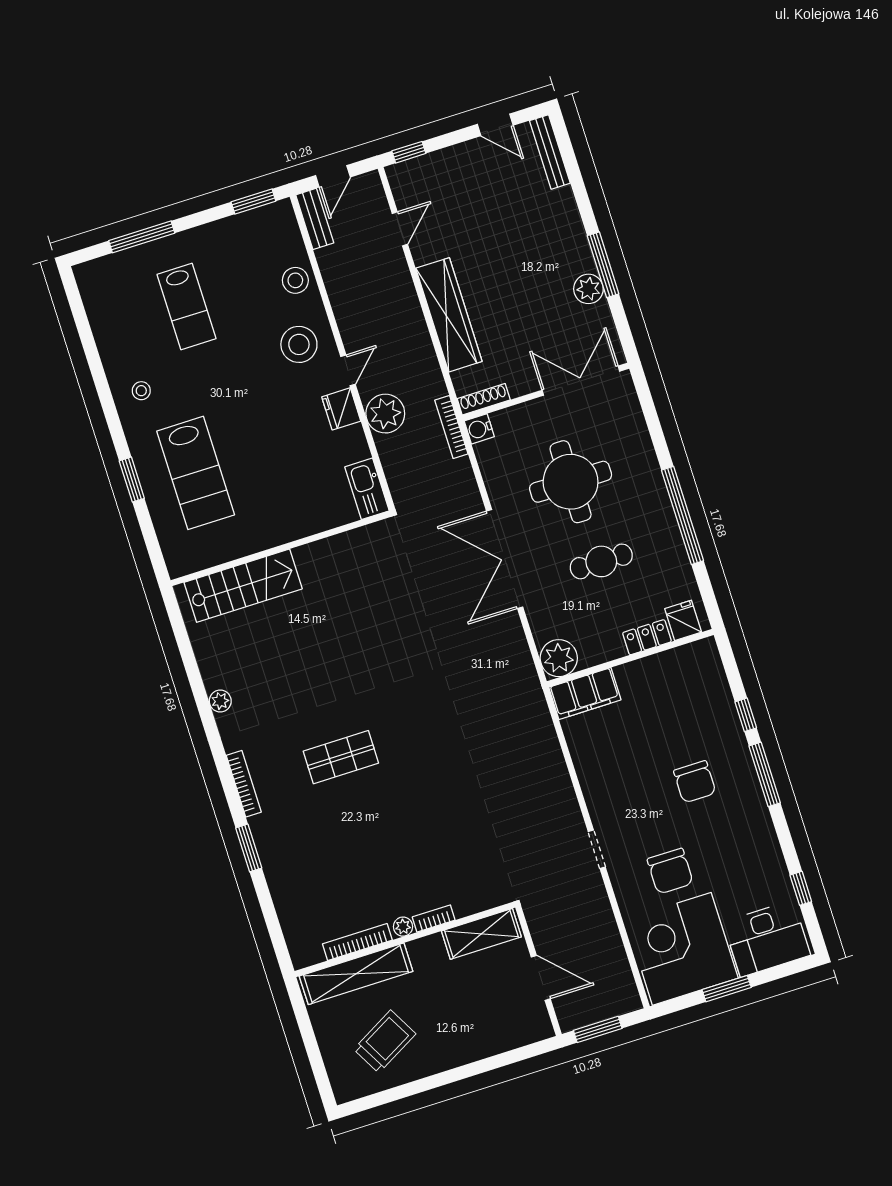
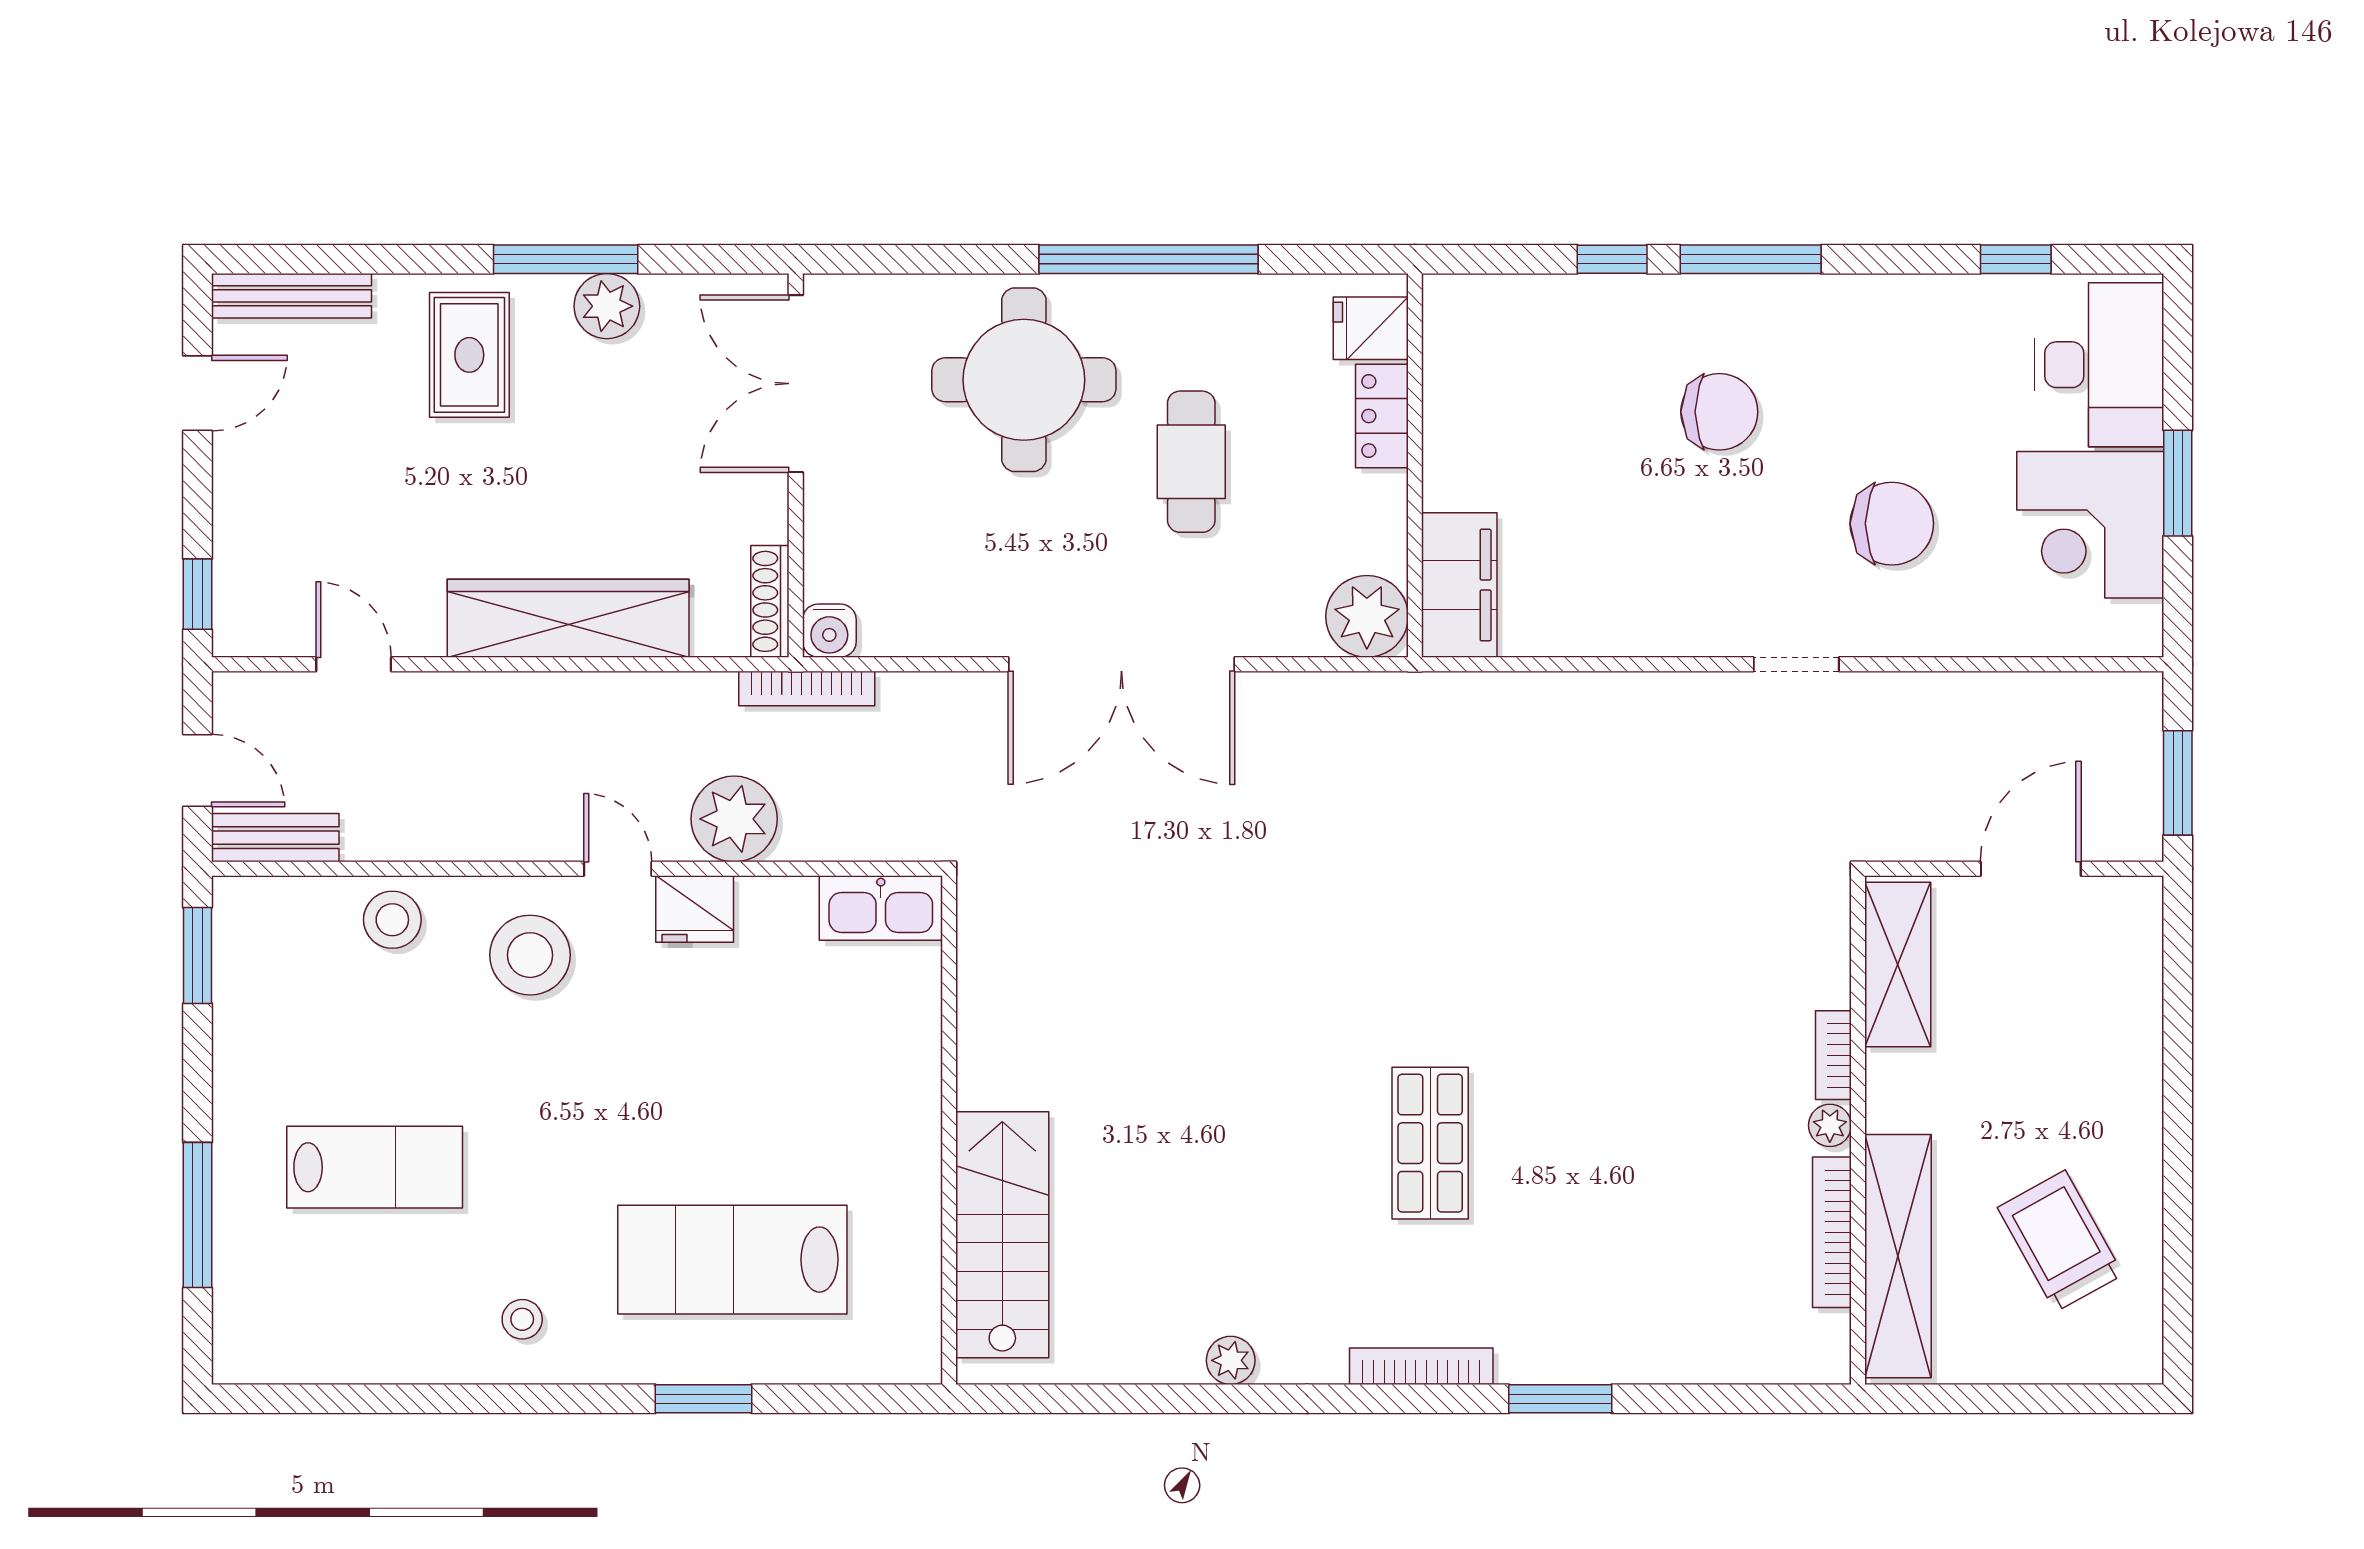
rug: (549, 236) -> (469, 355), added
lab bench: (196, 473) -> (732, 1260), turned 180
round table: (571, 482) -> (1024, 380), moved
corner desk: (682, 949) -> (2090, 525), width x0.74, depth x0.74

